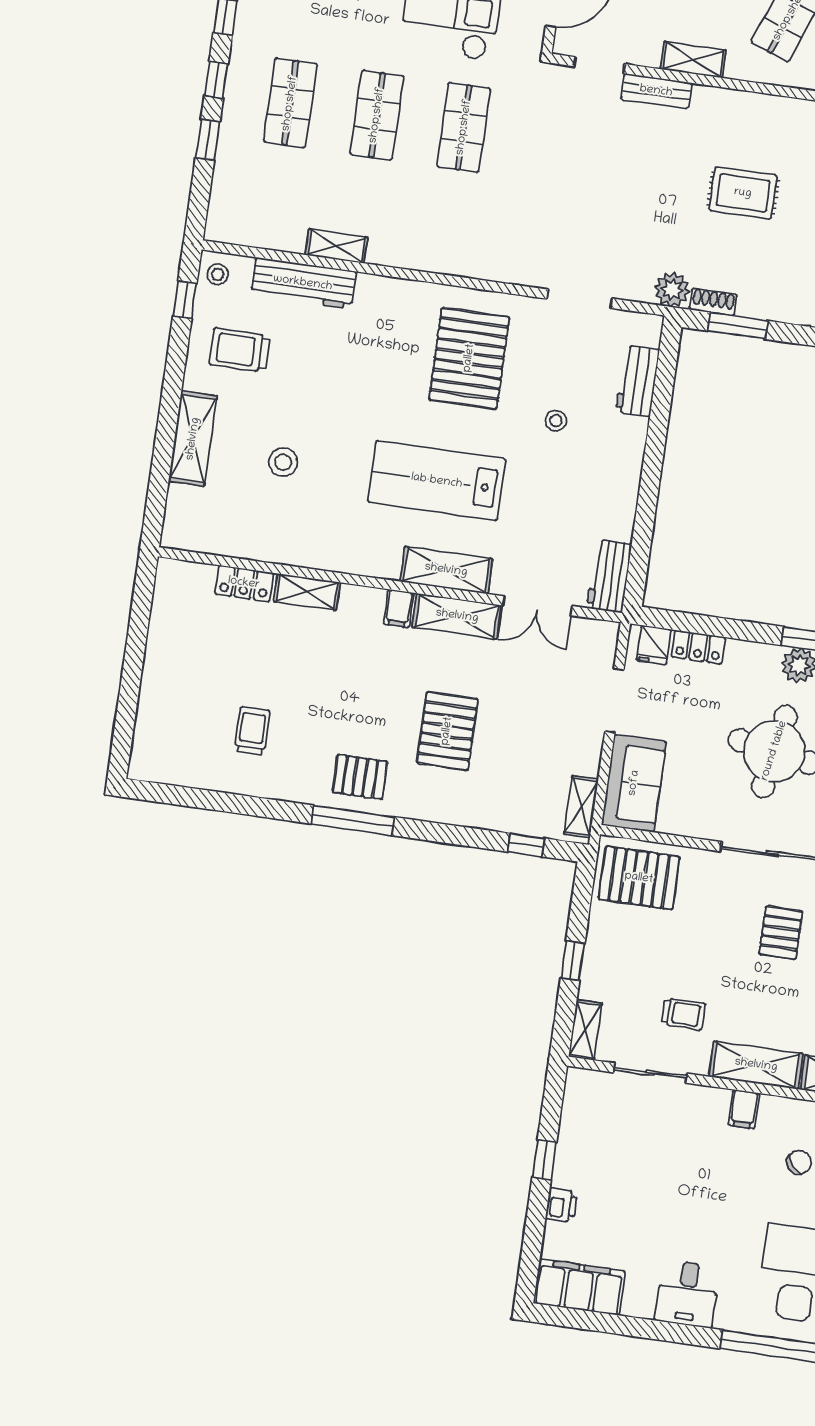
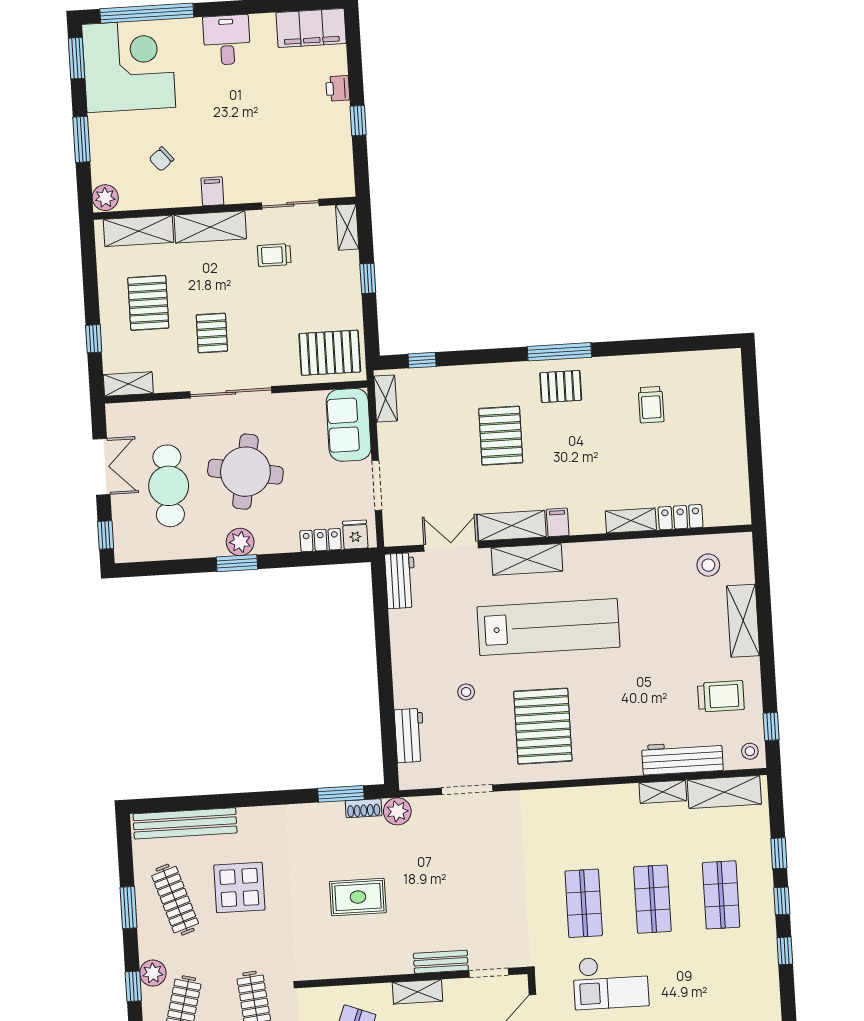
shelving: (260, 230) -> (724, 792), added
stool: (283, 462) -> (708, 565), moved
lab bench: (437, 481) -> (548, 627), width x1.36

